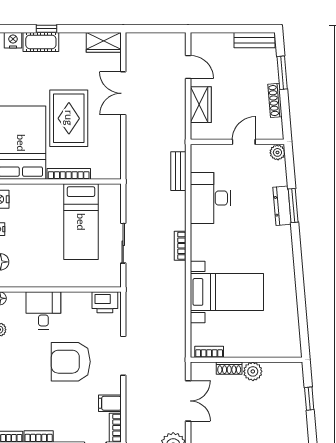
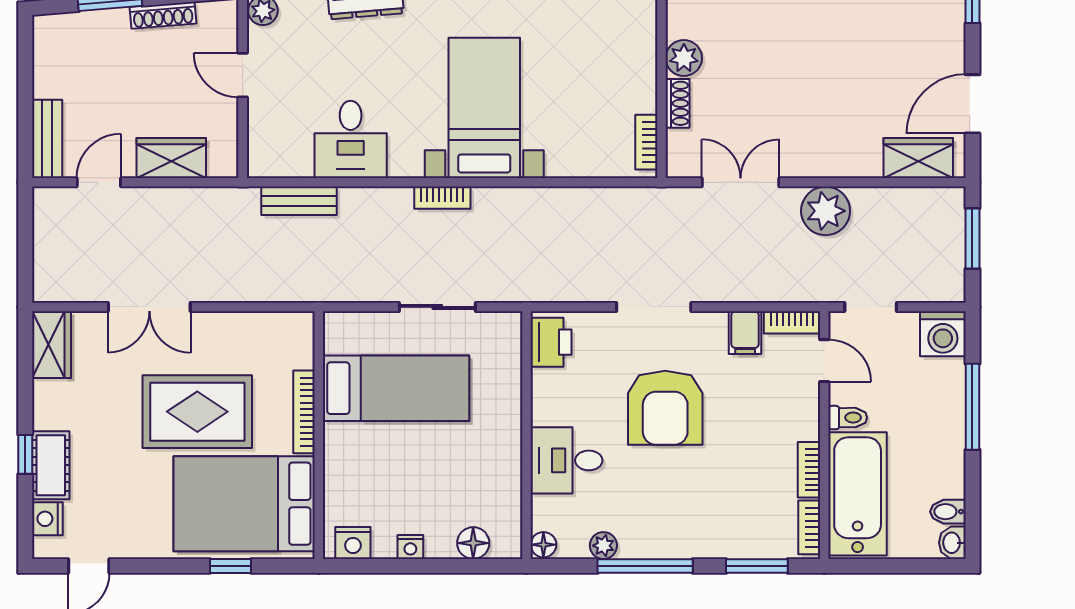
bench: (255, 40) -> (47, 139), moved
desk: (210, 198) -> (351, 139), width x0.73
bed with nightstands: (227, 292) -> (484, 108), moved

